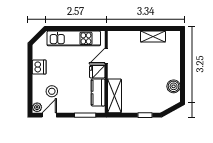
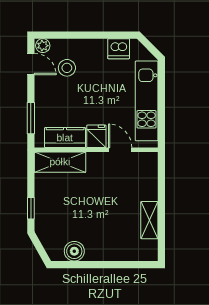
dishwasher: (39, 67) -> (119, 49), moved

